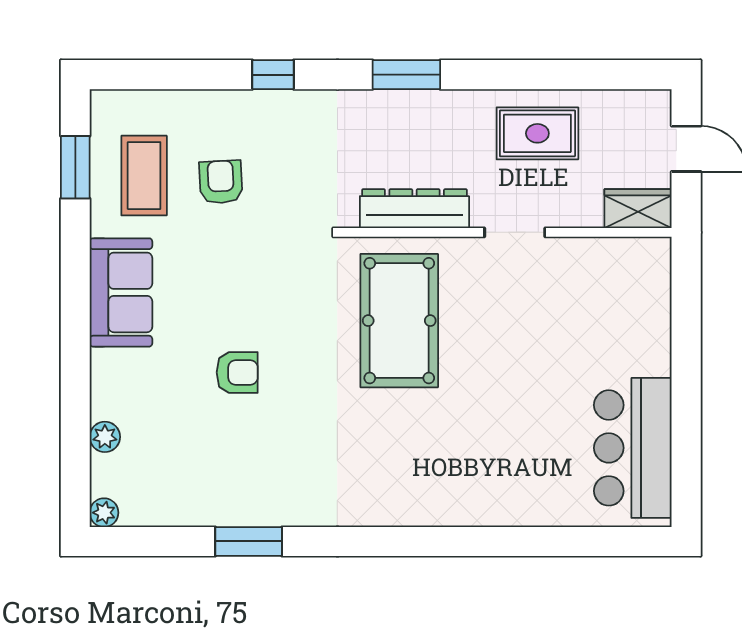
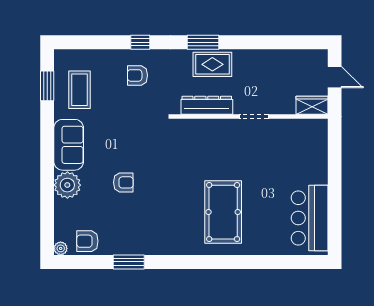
rug: (537, 133) -> (212, 64), moved
armchair: (221, 182) -> (137, 75), moved, turned -87
pool table: (399, 321) -> (223, 212), moved
plant: (105, 437) -> (67, 185), moved, width x1.88, depth x1.88
armchair: (161, 497) -> (87, 241), added

